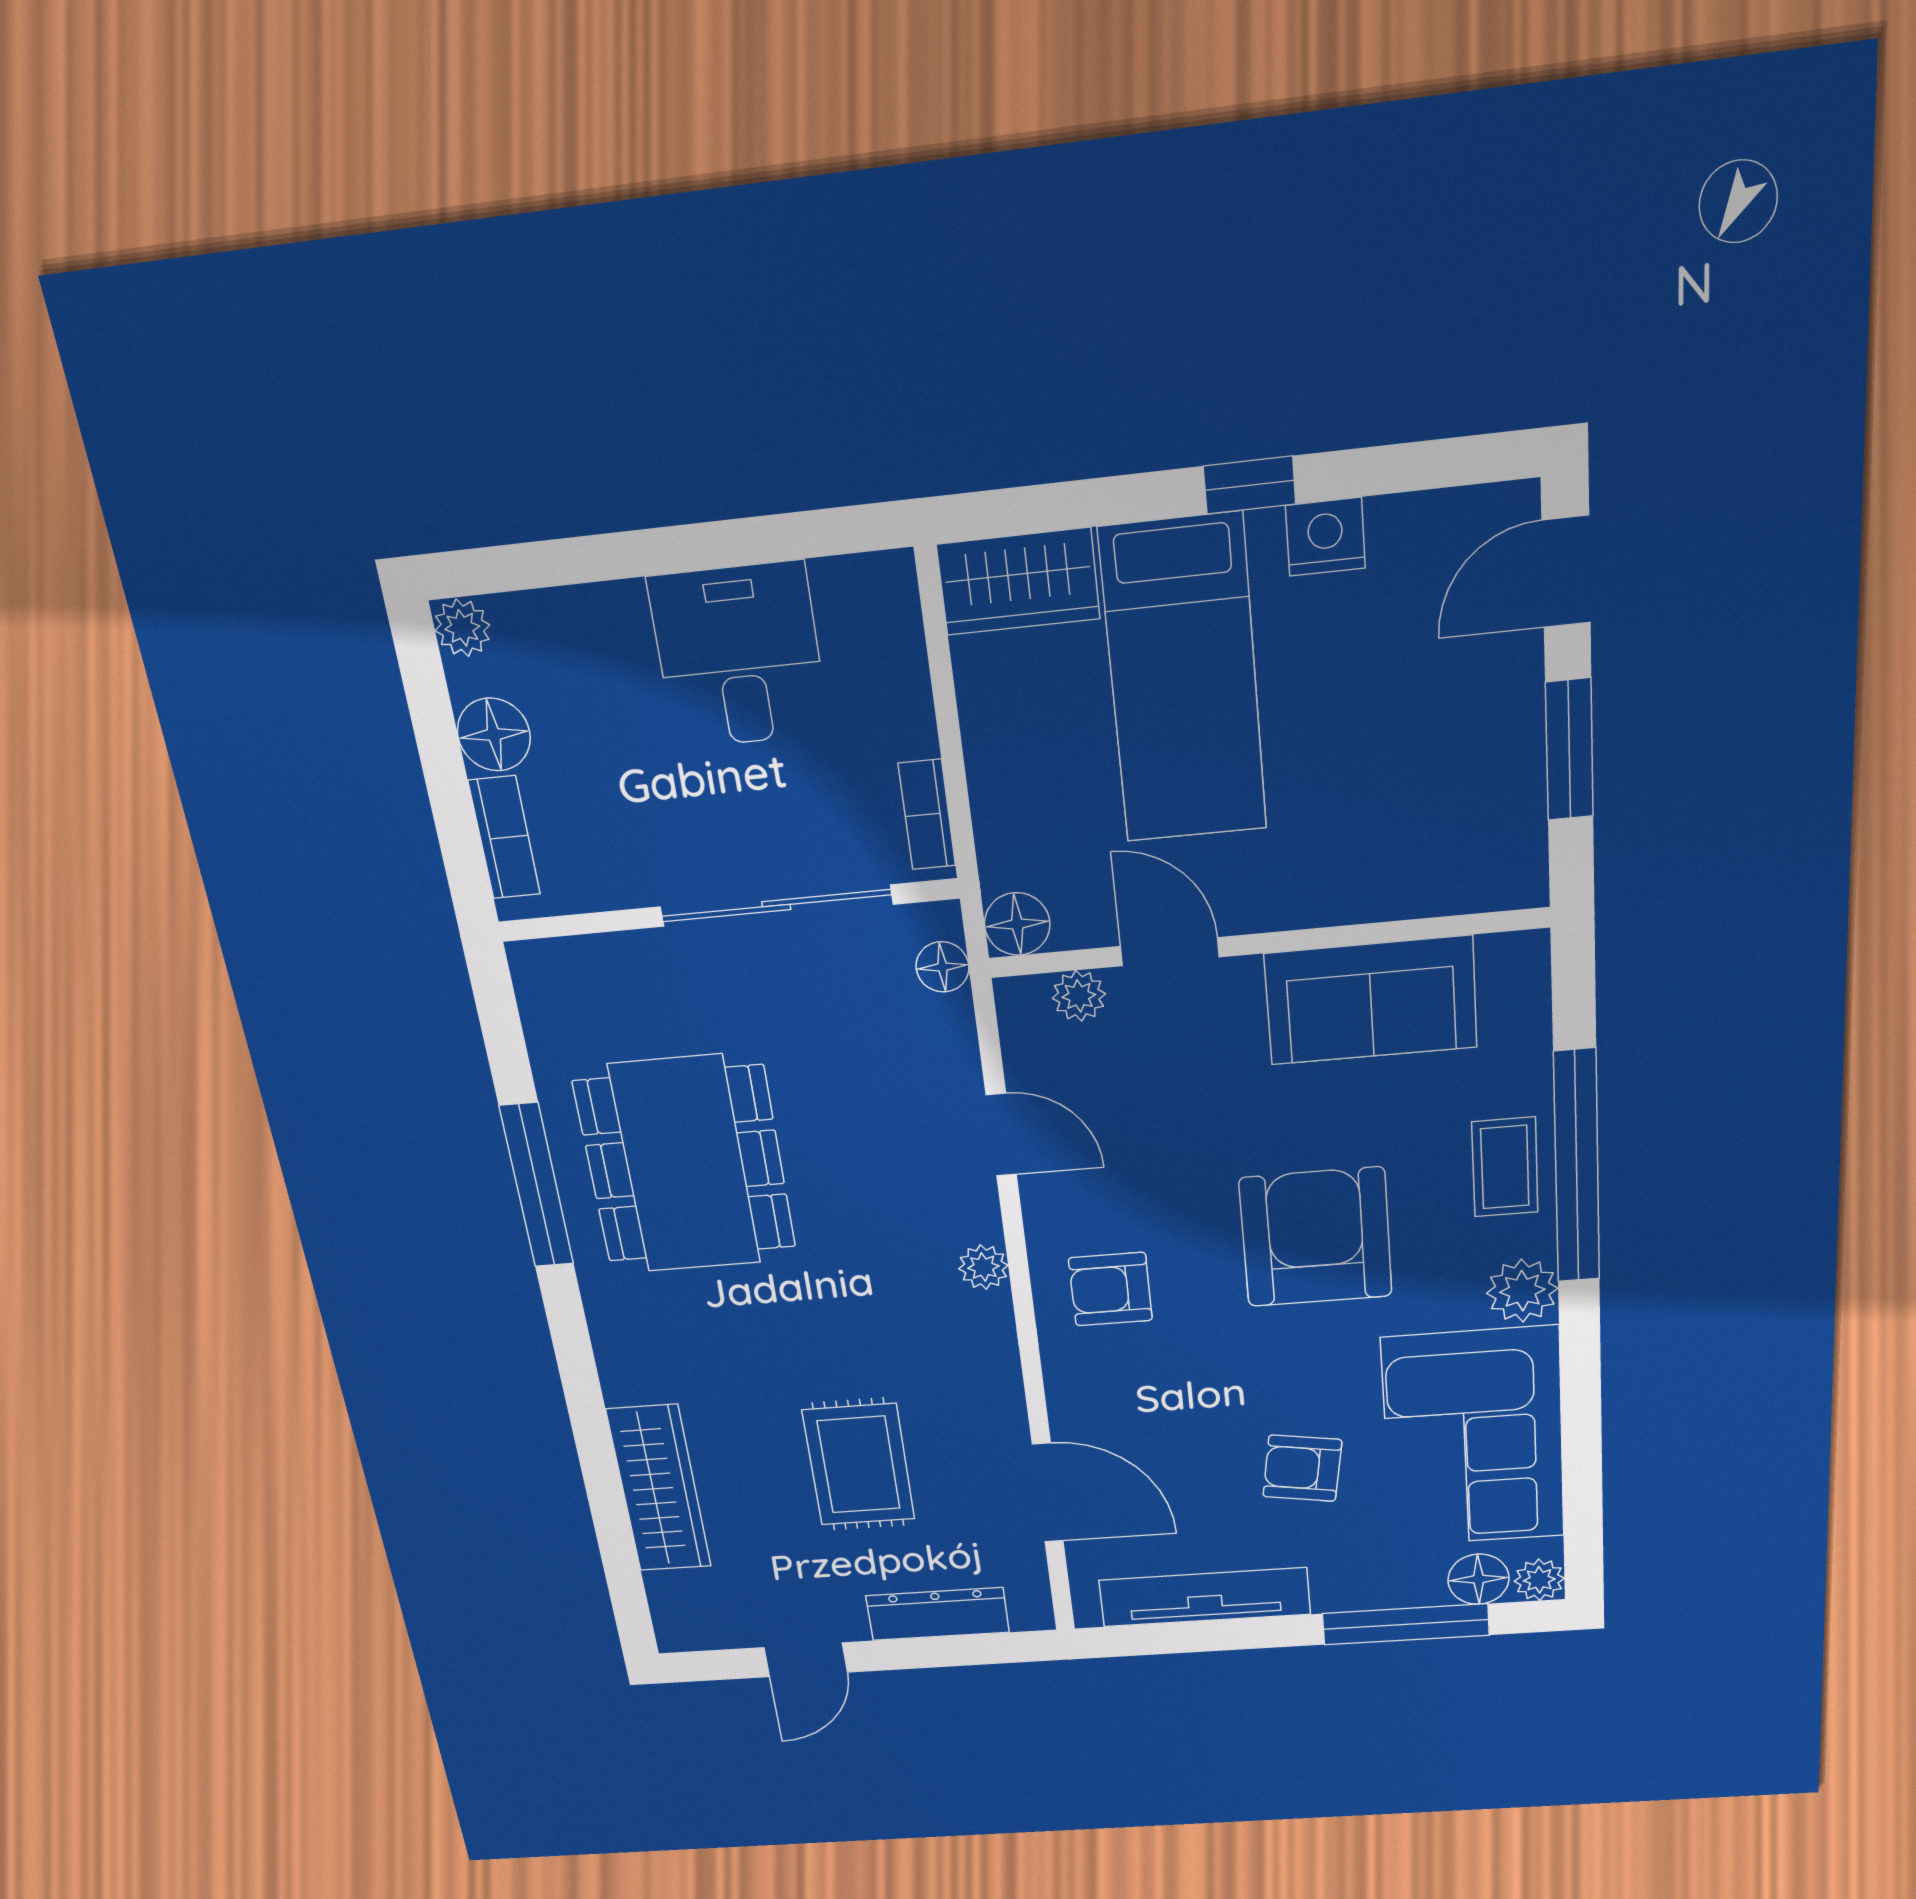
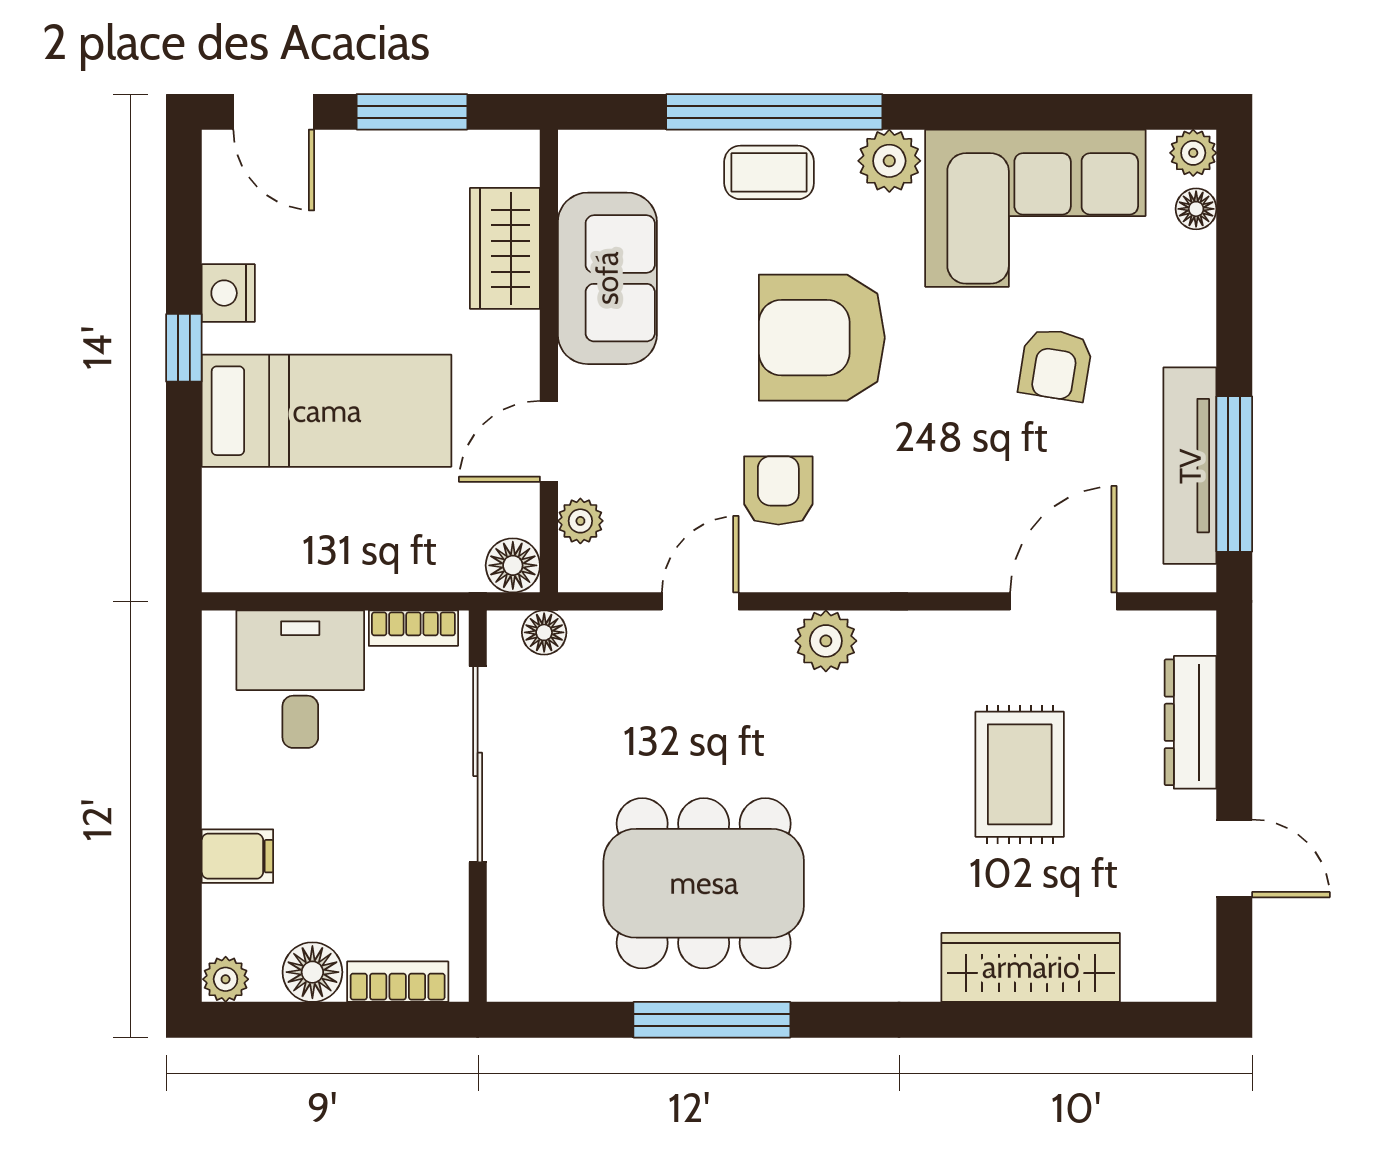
wardrobe: (1018, 582) -> (505, 248), moved, turned 180
filing cabinet: (615, 626) -> (237, 856), added
desk: (739, 656) -> (300, 679), moved, turned 90
plant: (983, 1267) -> (826, 641), width x1.38, depth x1.38
armchair: (1110, 1289) -> (778, 490), moved, turned 180
rug: (859, 1465) -> (1020, 774), turned 90
floor lamp: (1478, 1579) -> (1196, 209), width x0.73, depth x0.73
window: (1406, 1624) -> (1234, 474), moved

